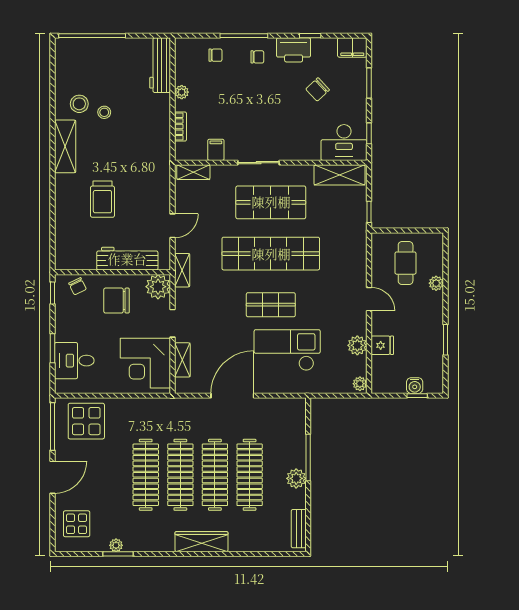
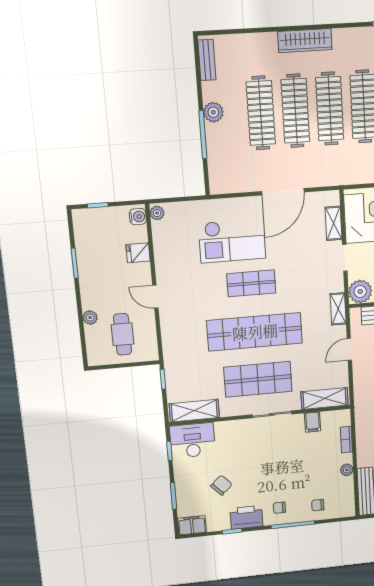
shelving: (193, 172) -> (325, 399), width x1.50, depth x1.33
plant: (357, 345) -> (163, 251), removed
water cooler: (415, 386) -> (138, 217), moved, turned 90

